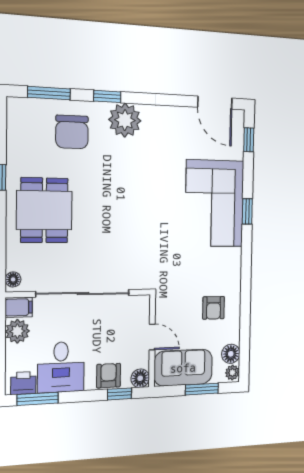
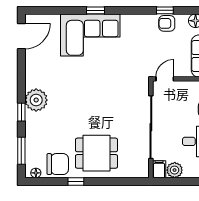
chair: (72, 132) -> (58, 164), moved
window: (249, 140) -> (165, 10), moved
floor lamp: (13, 279) -> (36, 173), moved
armchair: (213, 308) -> (167, 23), moved, turned 180
door: (152, 337) -> (165, 79), moved

